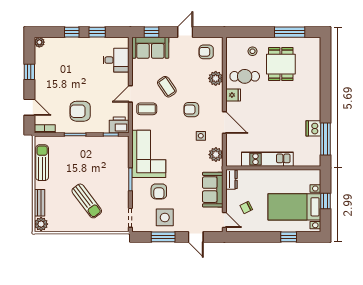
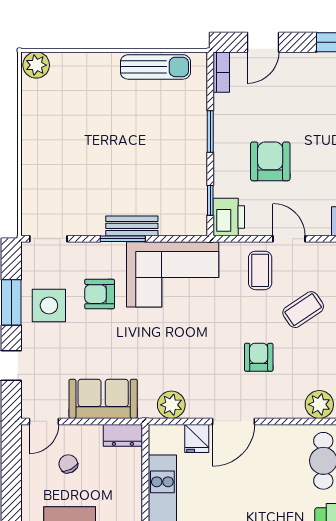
fridge: (233, 95) -> (197, 438), moved
armchair: (80, 111) -> (270, 161), moved
side table: (201, 136) -> (208, 376), removed
sun lounger: (87, 201) -> (81, 154), removed
bench: (39, 203) -> (132, 226), moved

